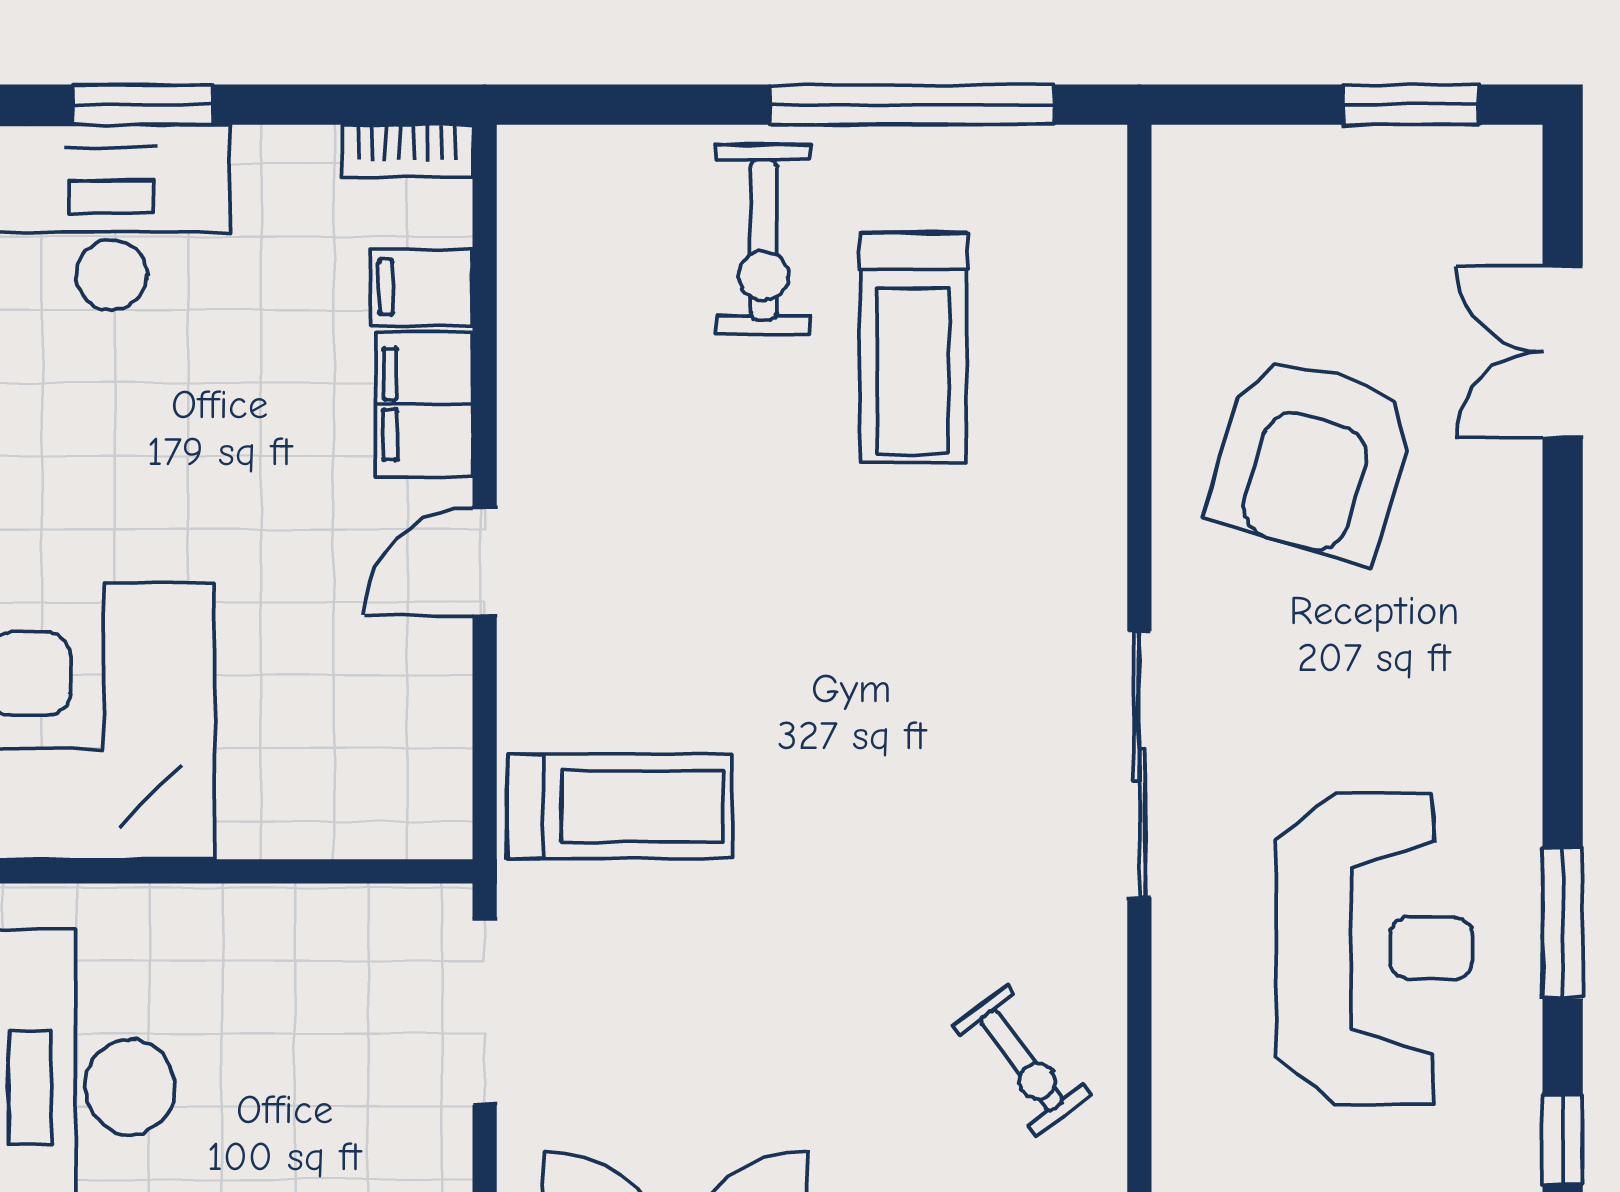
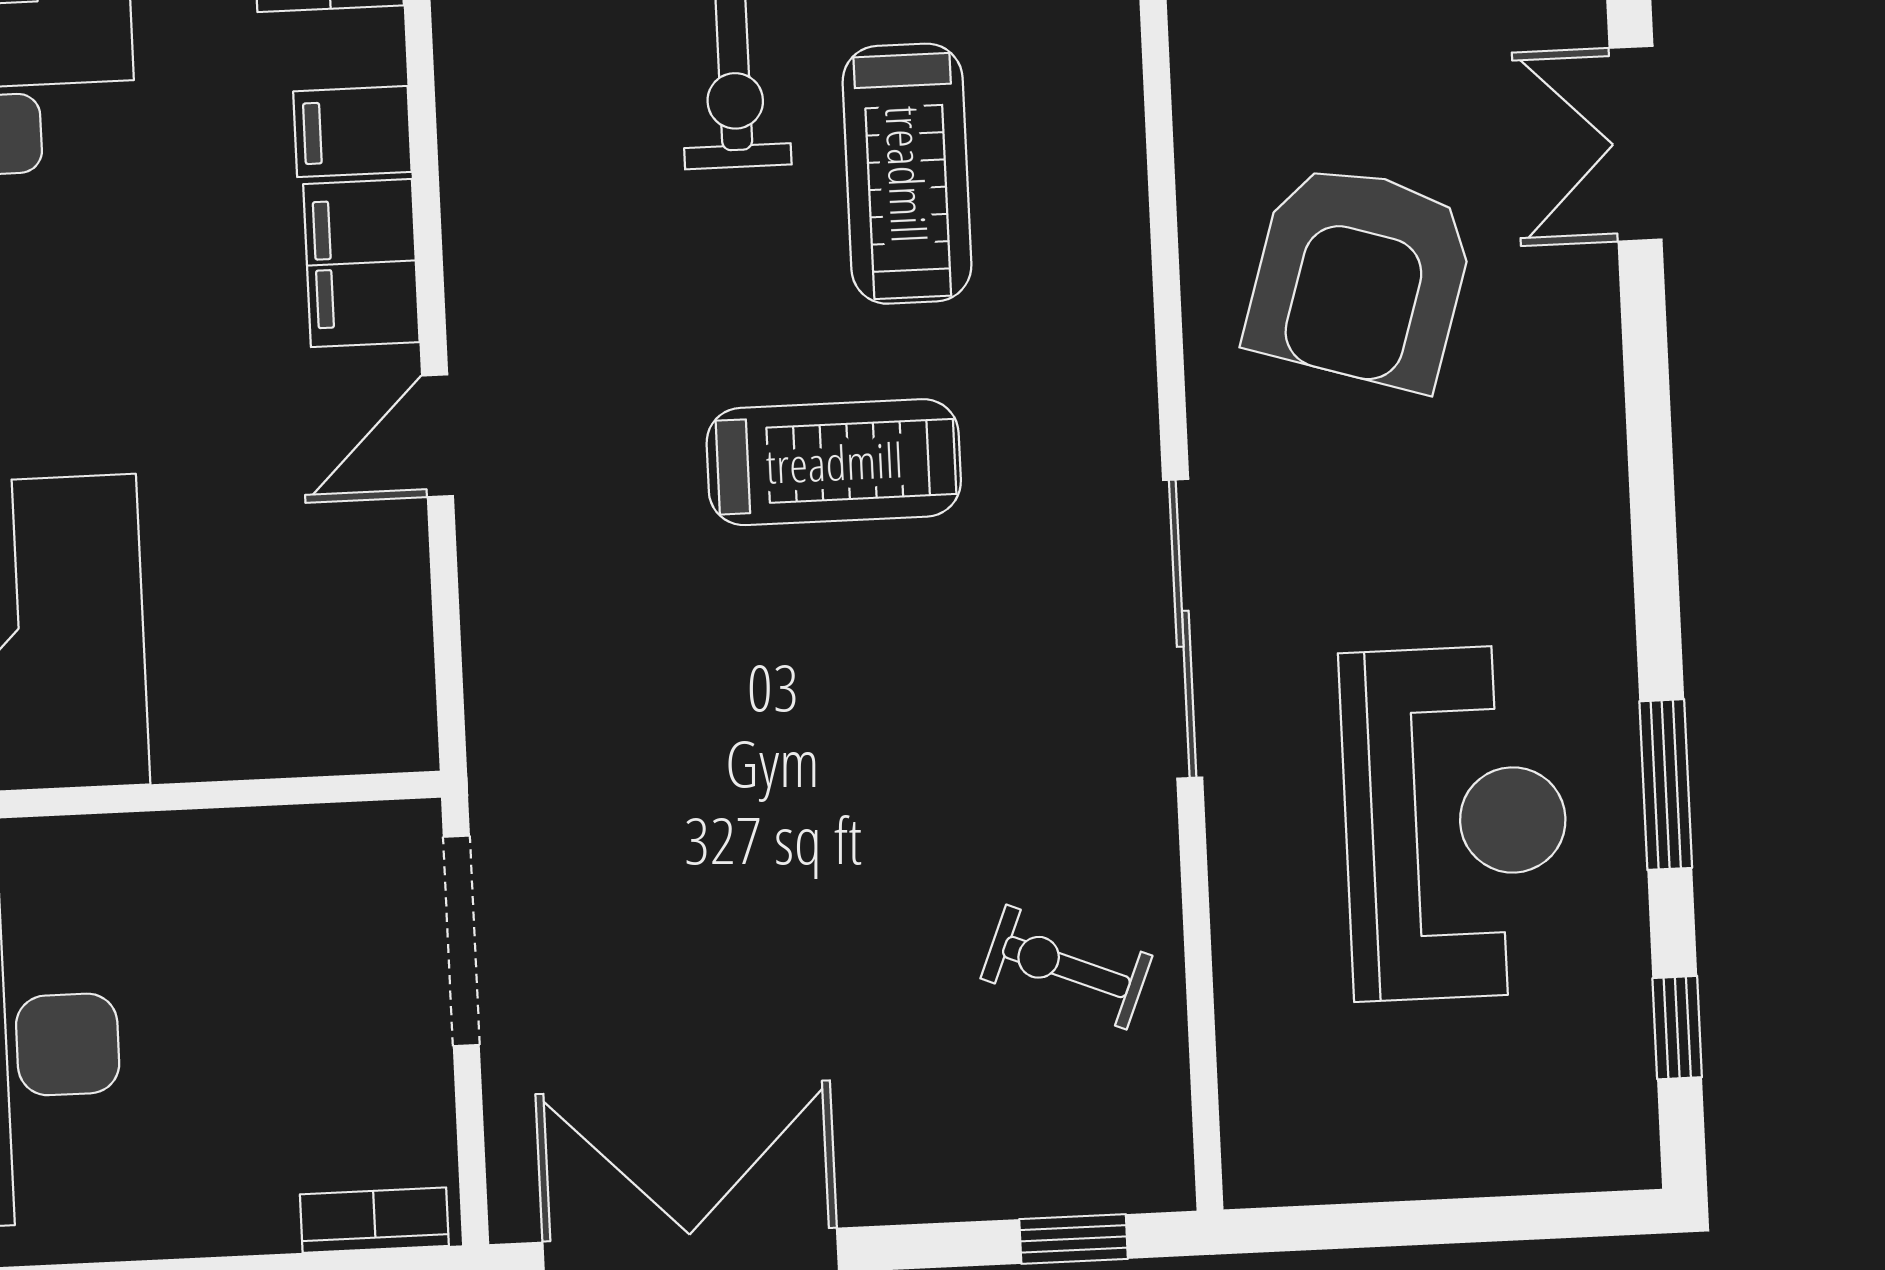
treadmill: (620, 806) -> (834, 462), moved
exercise bike: (1022, 1060) -> (1066, 967), turned 149

